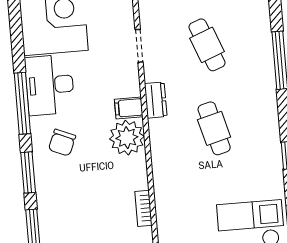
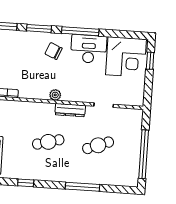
dresser: (156, 100) -> (70, 110), width x1.44
filing cabinet: (129, 108) -> (68, 93), removed
plant: (127, 138) -> (55, 95), width x0.53, depth x0.53

